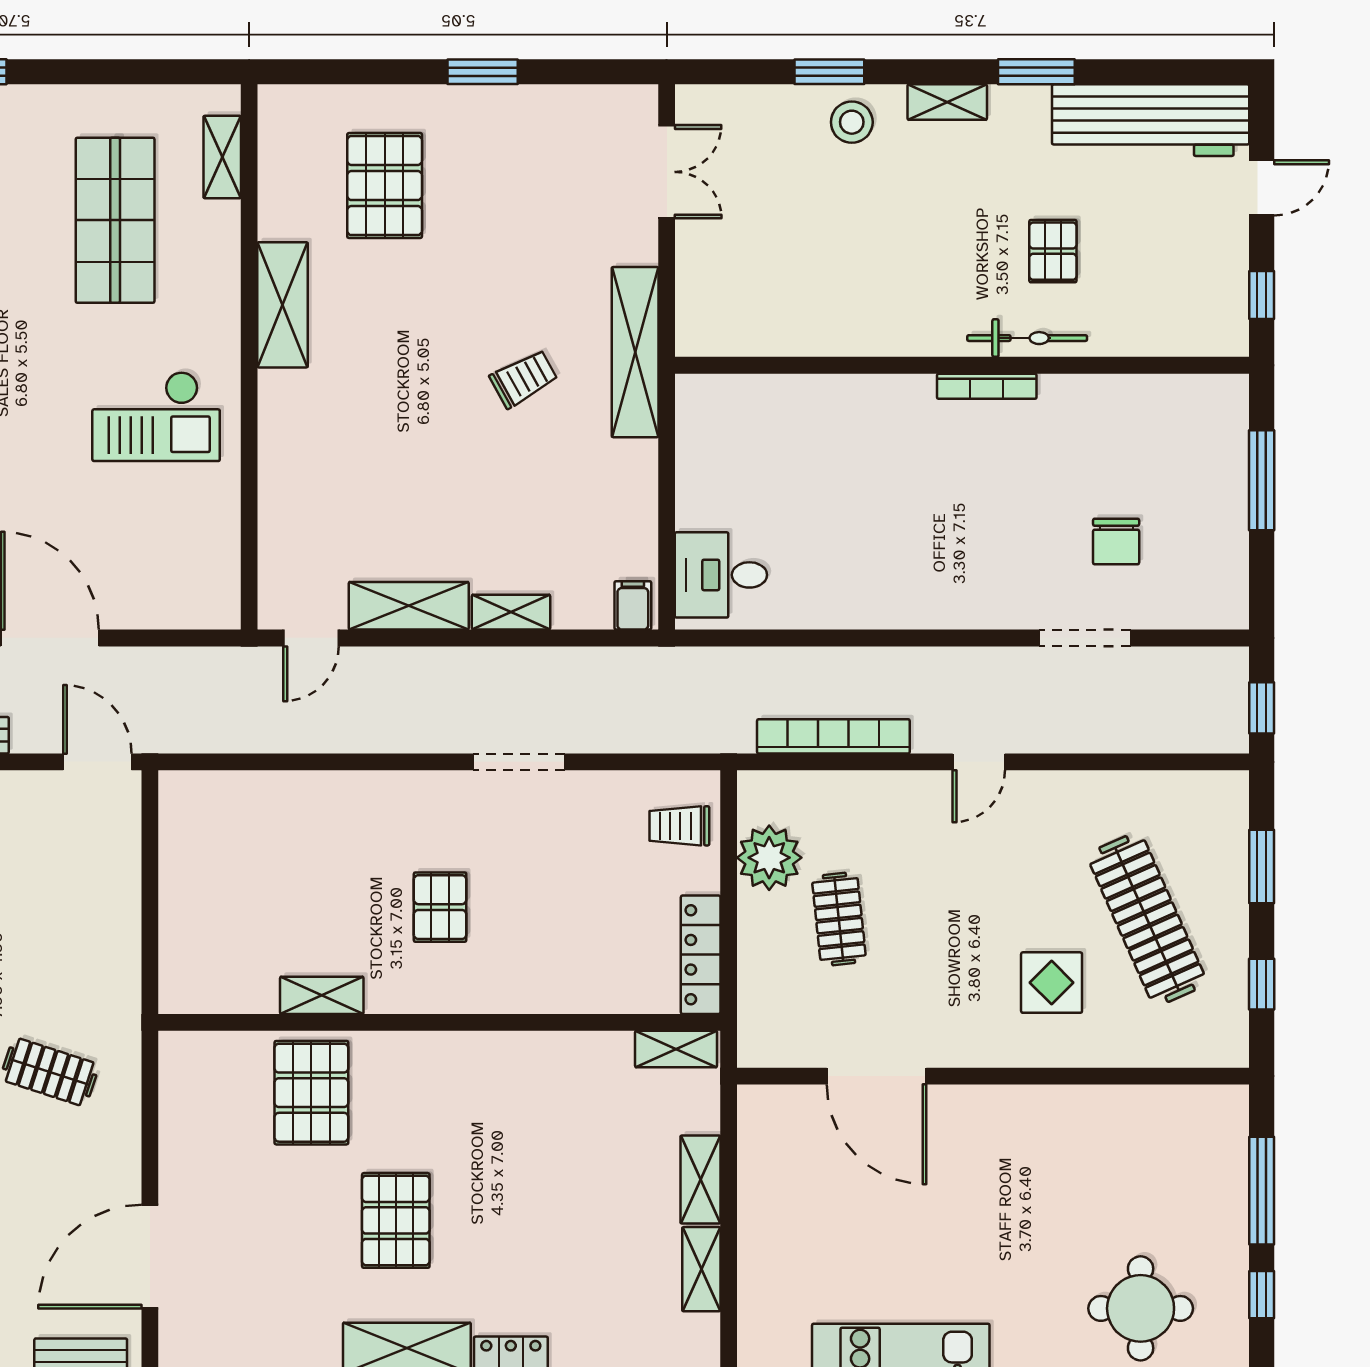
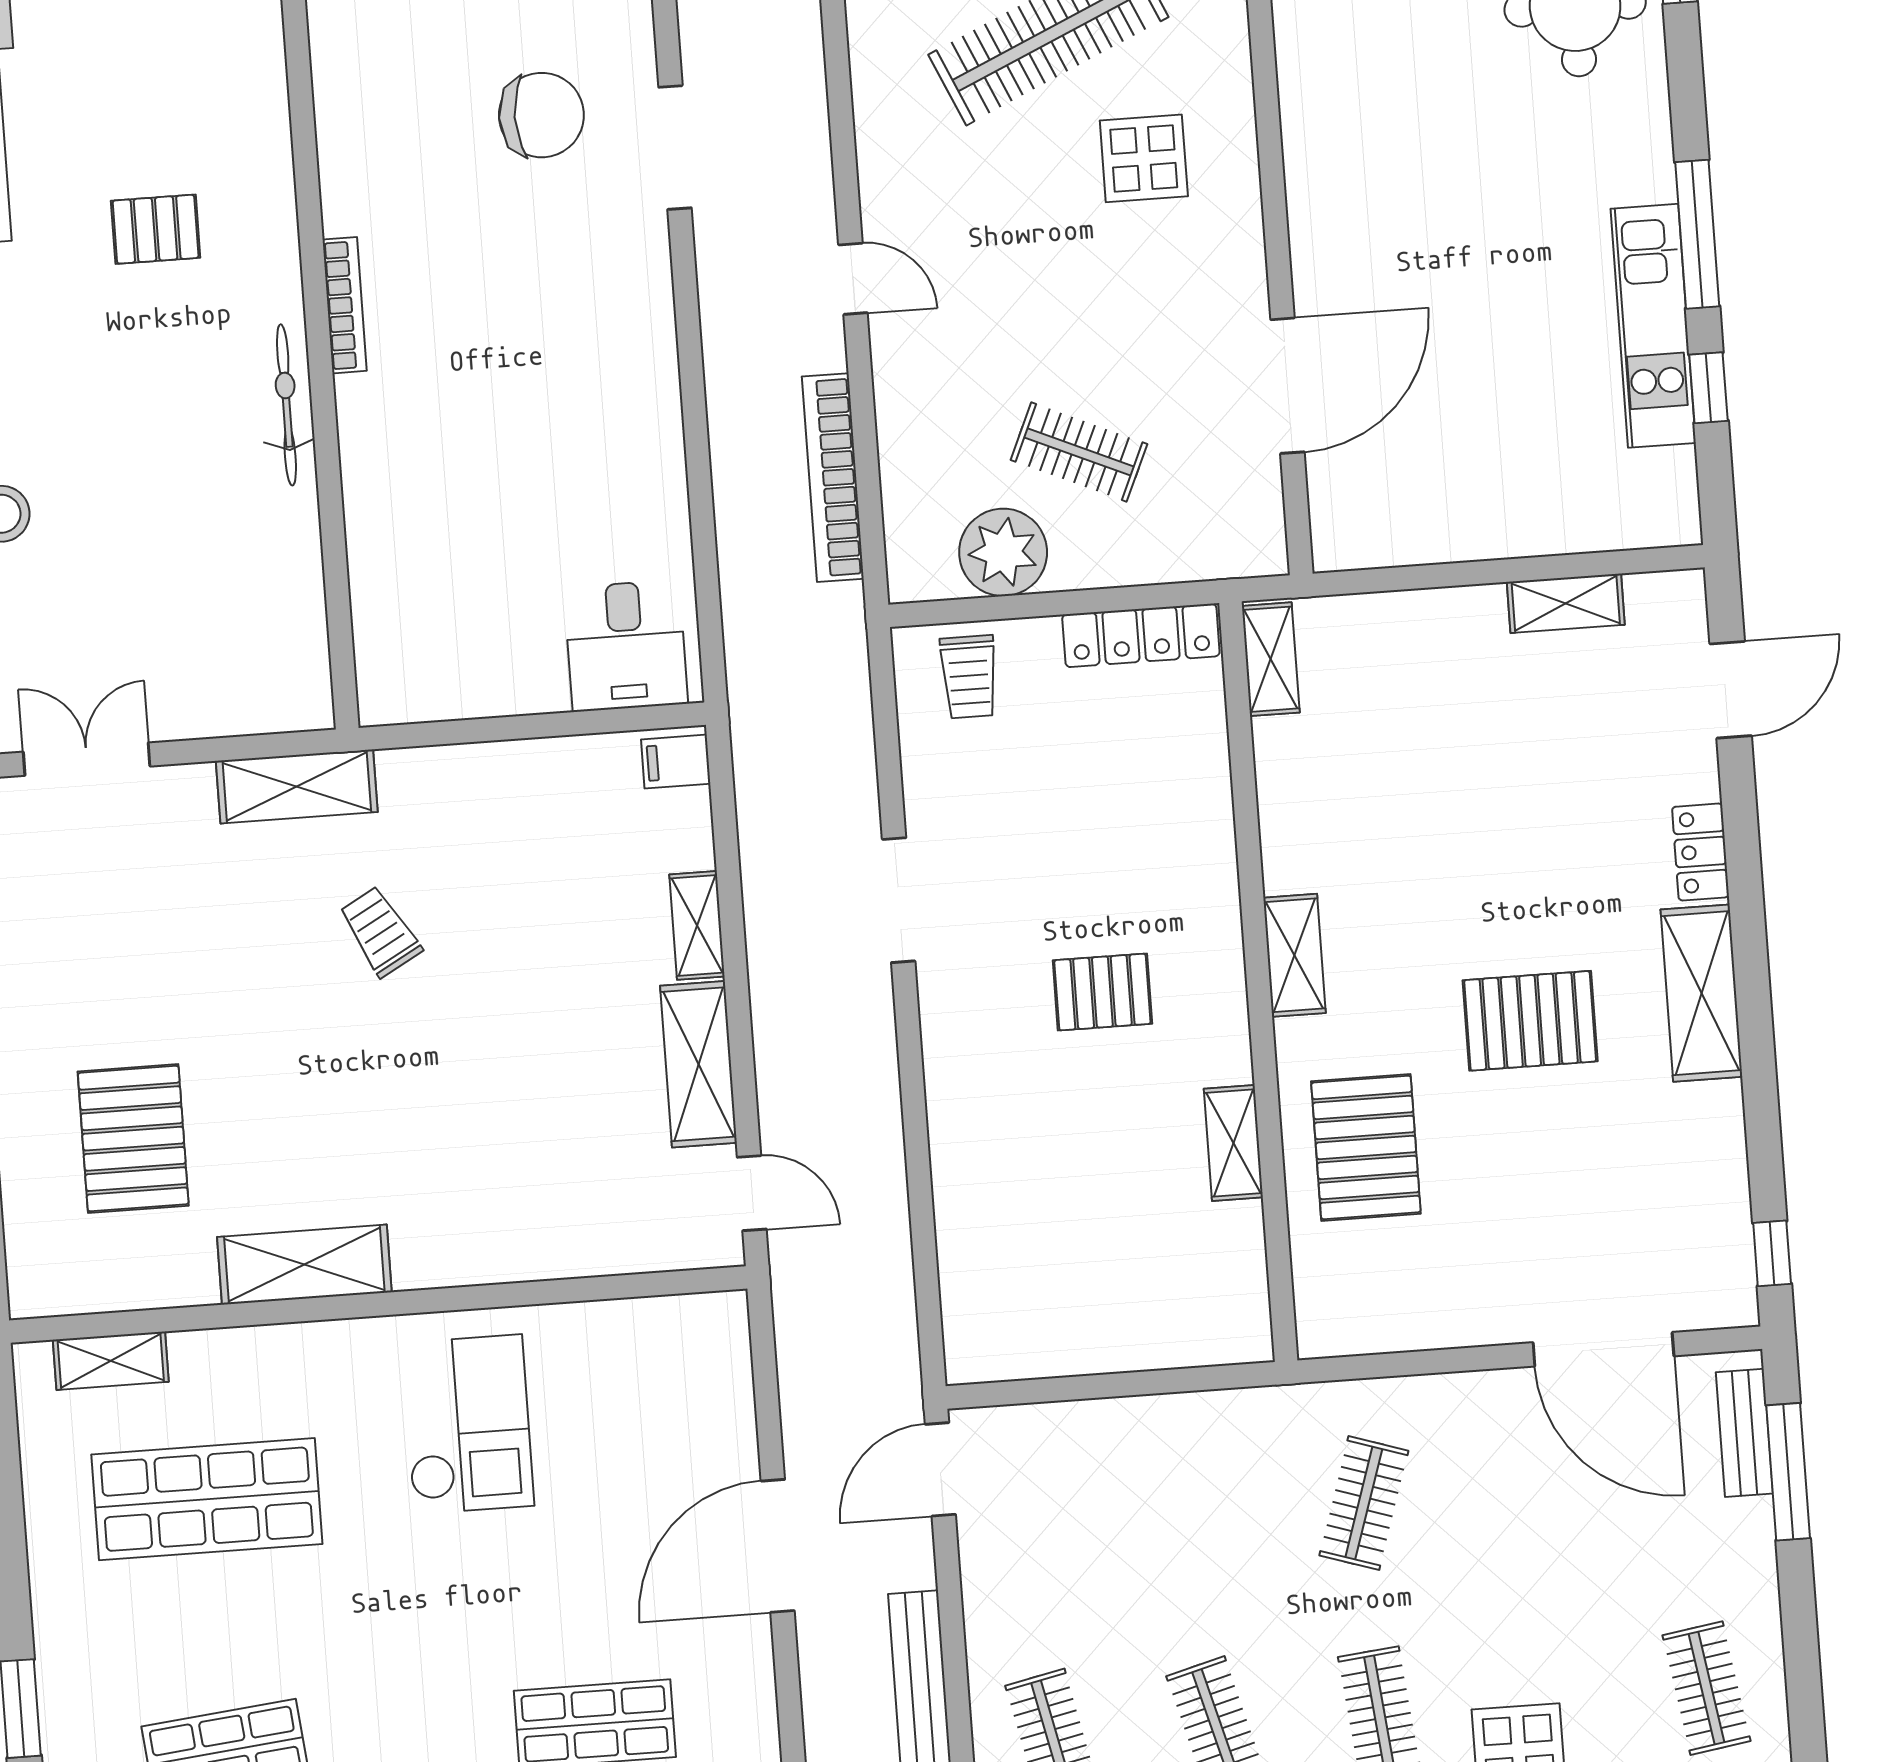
pallet: (385, 186) -> (133, 1139), turned 90
bicycle: (1027, 338) -> (286, 405), moved
shelving: (635, 352) -> (297, 786), width x0.68
chair: (1116, 541) -> (541, 115), width x1.37, depth x1.37
clothes rail: (839, 919) -> (1079, 452), turned 30
pallet: (311, 1093) -> (1366, 1147), turned 90
shelving: (700, 1179) -> (1294, 955), moved, turned 90

